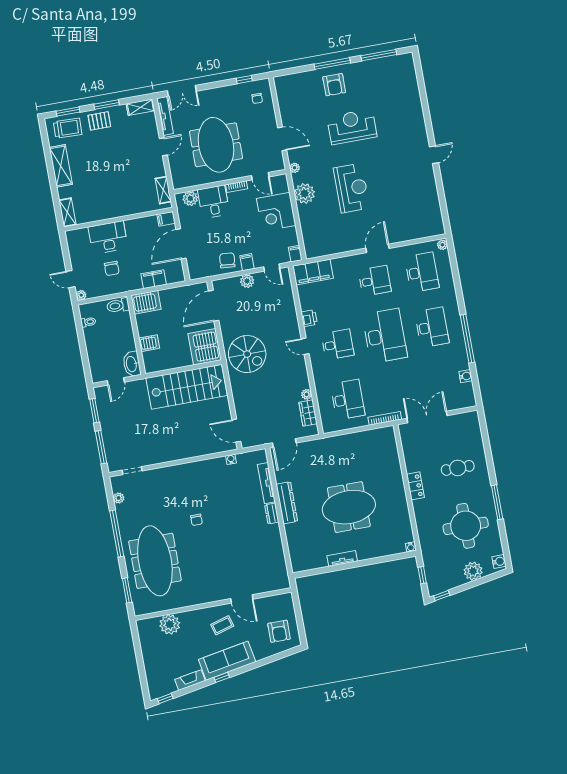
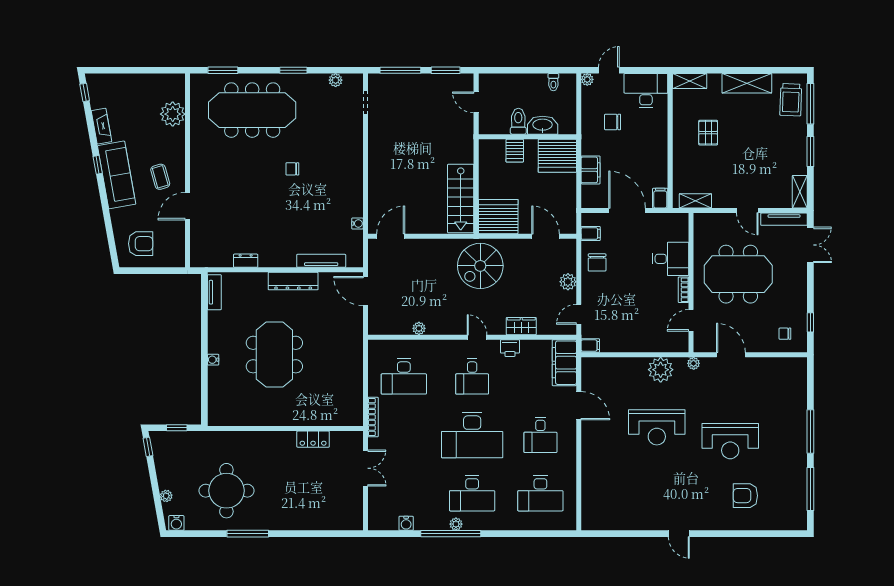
armchair: (334, 85) -> (745, 496), moved
double door: (182, 91) -> (810, 245), swing flipped
window: (68, 112) -> (810, 104), width x1.44
pallet: (99, 121) -> (708, 133), moved
reception desk: (352, 127) -> (730, 441), turned 90
door: (282, 139) -> (731, 355), swing flipped
plant: (190, 198) -> (679, 232), removed
corner desk: (276, 212) -> (645, 332), removed
desk: (108, 237) -> (646, 91), moved, turned -90
plant: (442, 245) -> (456, 524), moved
door: (378, 248) -> (579, 406), moved
chair: (227, 260) -> (597, 262), turned 85
filing cabinet: (247, 262) -> (591, 234), moved
server rack: (146, 302) -> (557, 156), width x1.60
toilet: (118, 306) -> (518, 121), moved
door: (214, 306) -> (546, 236), width x0.73
door: (305, 346) -> (477, 337), hinge flipped
washbasin: (132, 364) -> (543, 125), moved
stairs: (187, 387) -> (461, 199), width x0.73, depth x0.66
wardrobe: (308, 413) -> (521, 326), moved
double door: (427, 417) -> (366, 468), width x0.73
cafe table: (458, 468) -> (298, 494), removed
locker: (415, 486) -> (313, 439), moved
dresser: (272, 514) -> (246, 261), moved
window: (117, 533) -> (293, 70), width x0.47
water cooler: (411, 547) -> (213, 360), moved
tv unit: (342, 558) -> (214, 292), moved
plant: (473, 571) -> (166, 496), width x0.53, depth x0.53
armchair: (279, 631) -> (141, 244), turned 180

